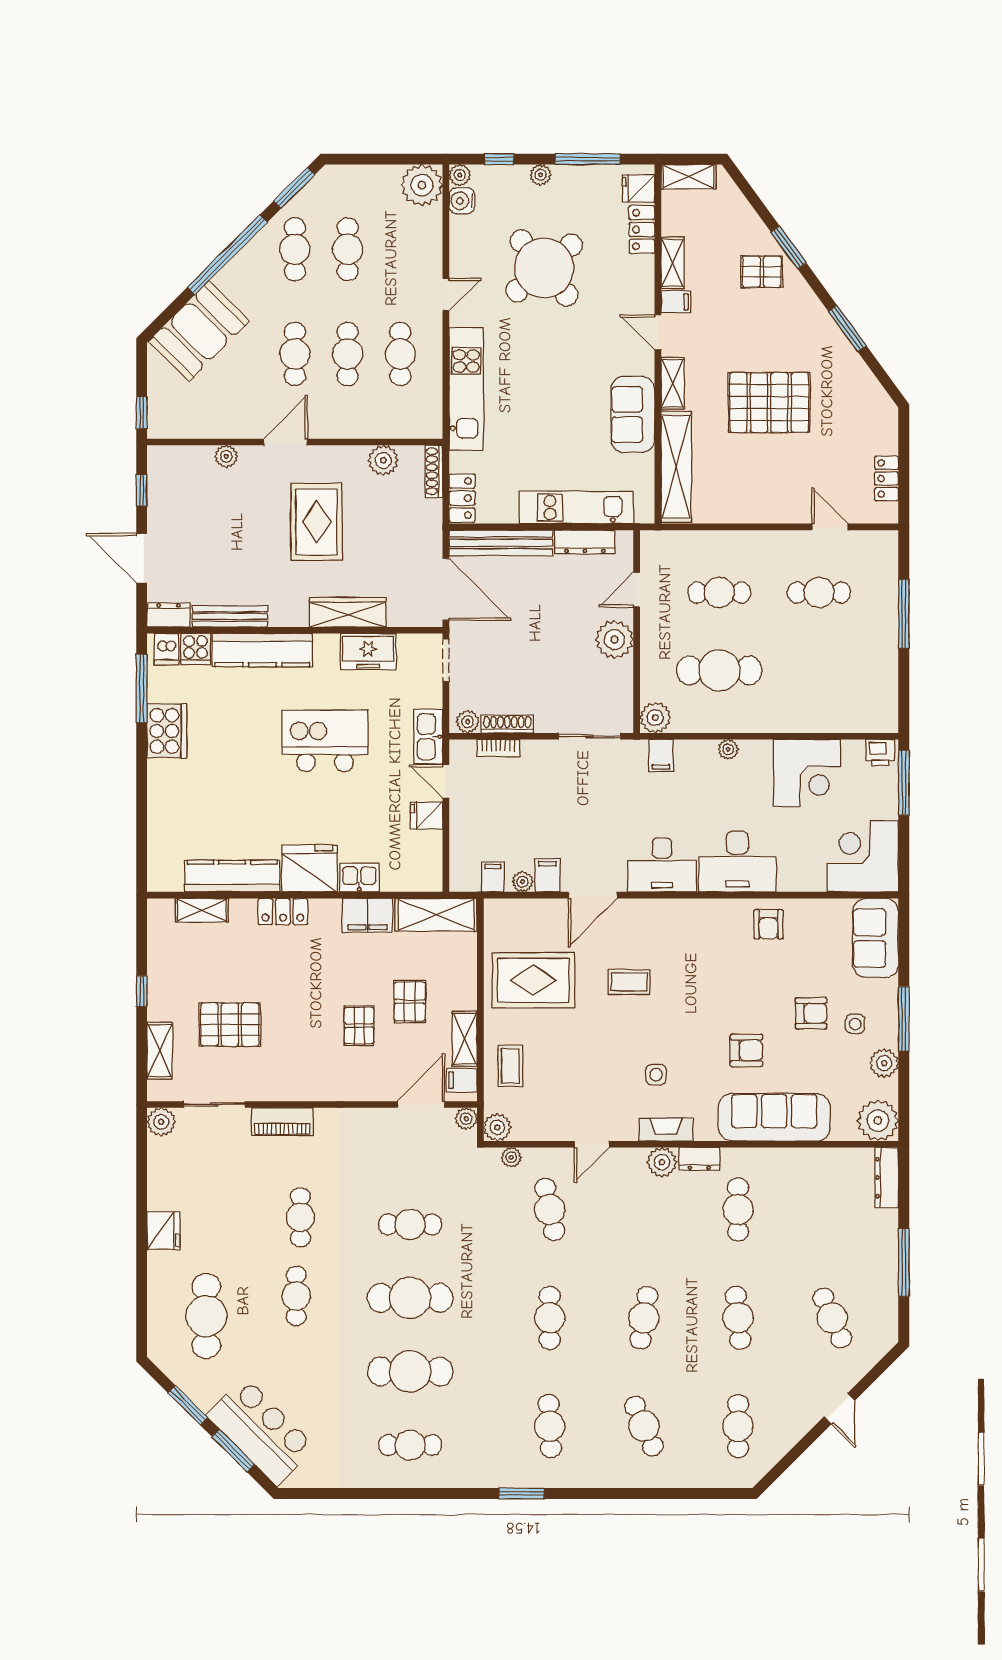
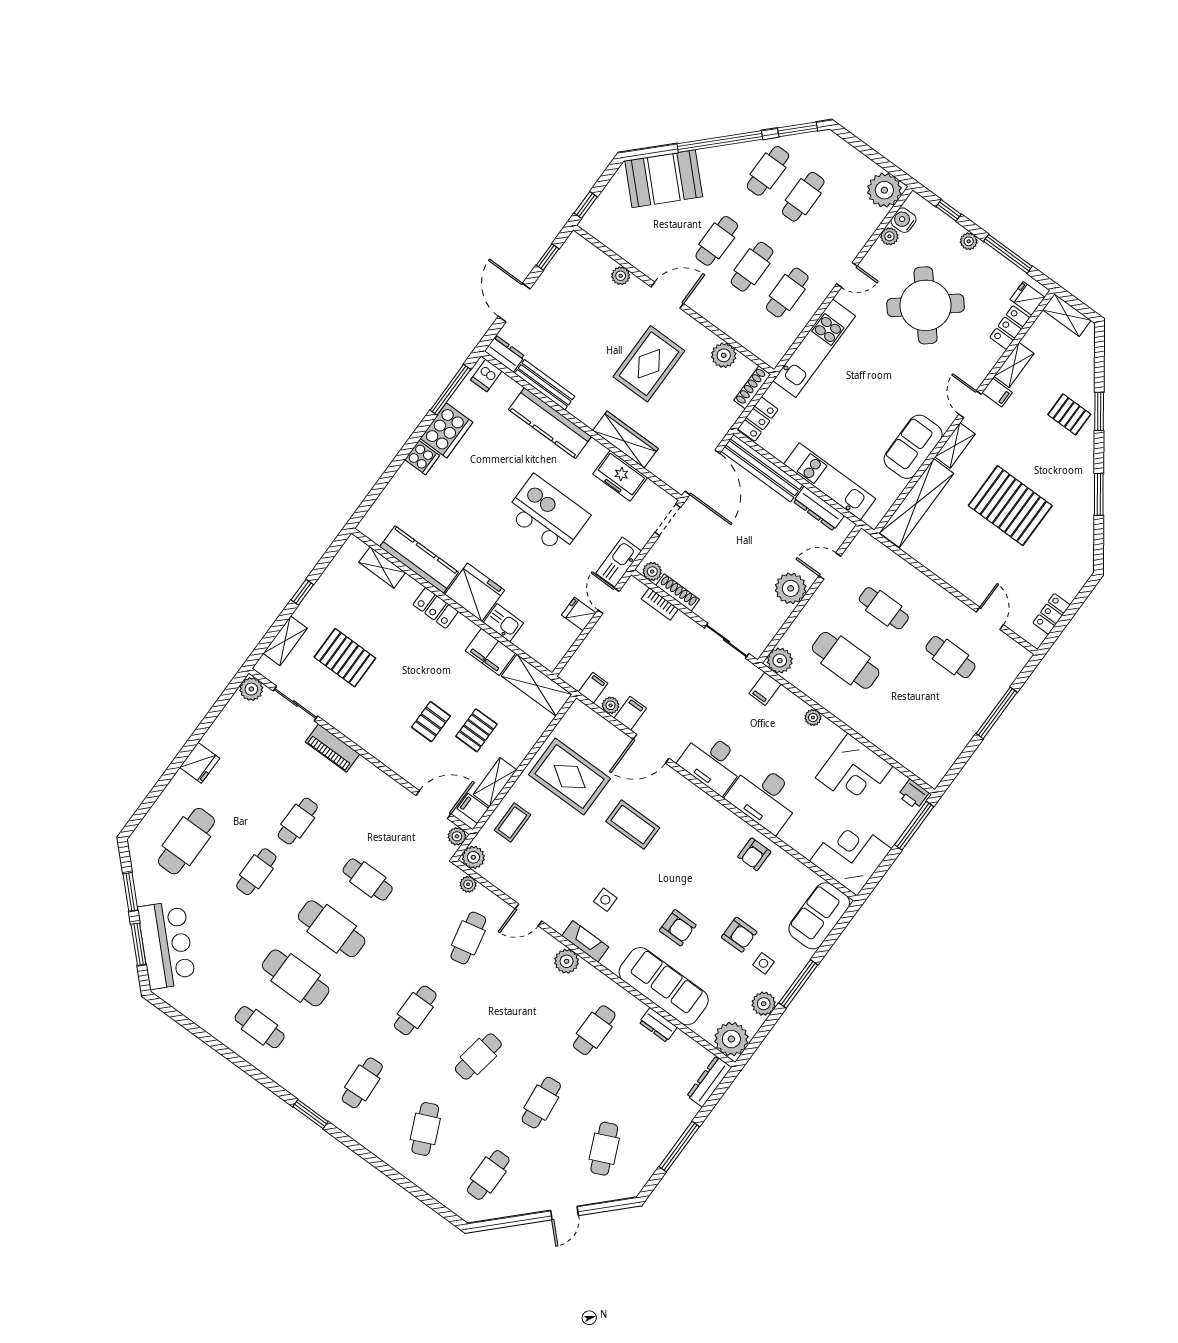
plant: (460, 175) -> (889, 236), moved
cooker: (196, 649) -> (422, 458), moved, turned -90
coffee table: (629, 982) -> (633, 825), width x1.36, depth x1.30
dresser: (699, 1159) -> (658, 1025), moved

